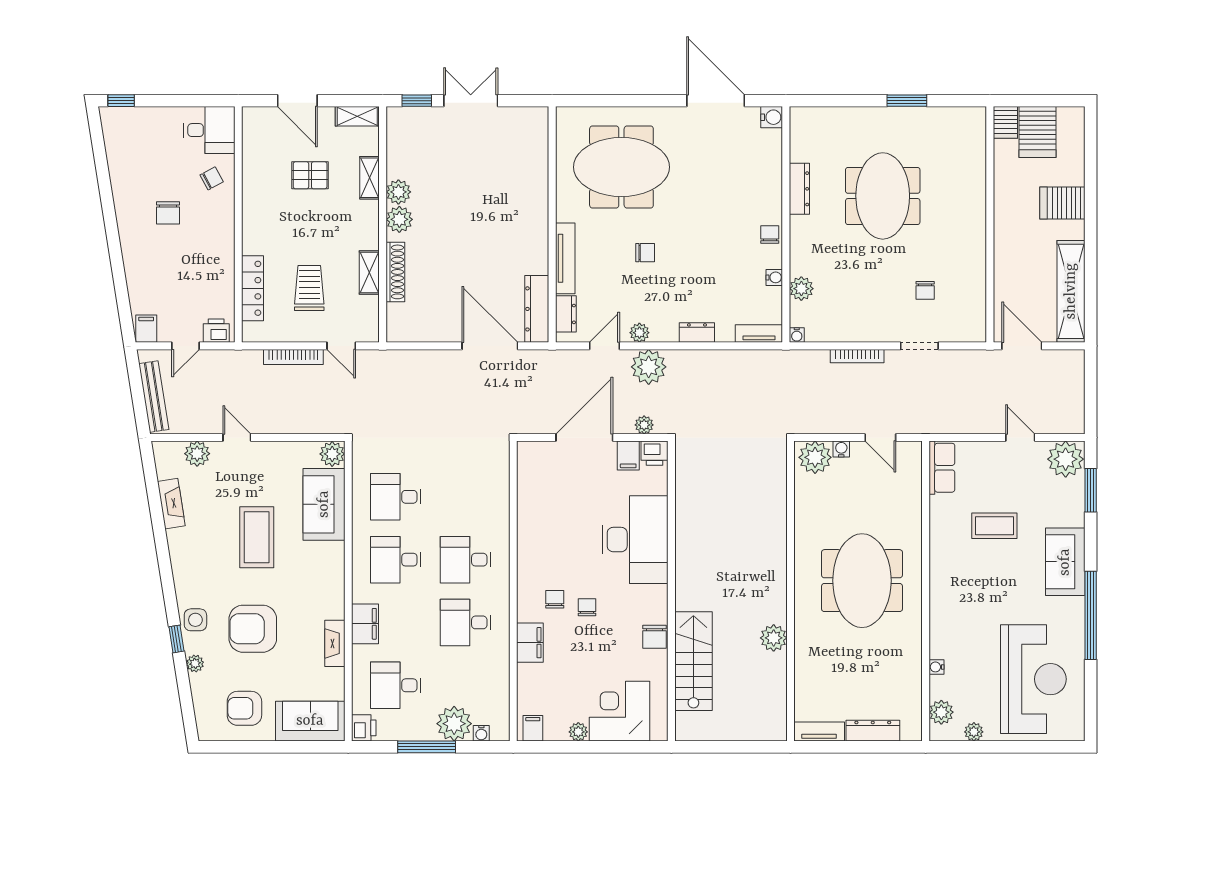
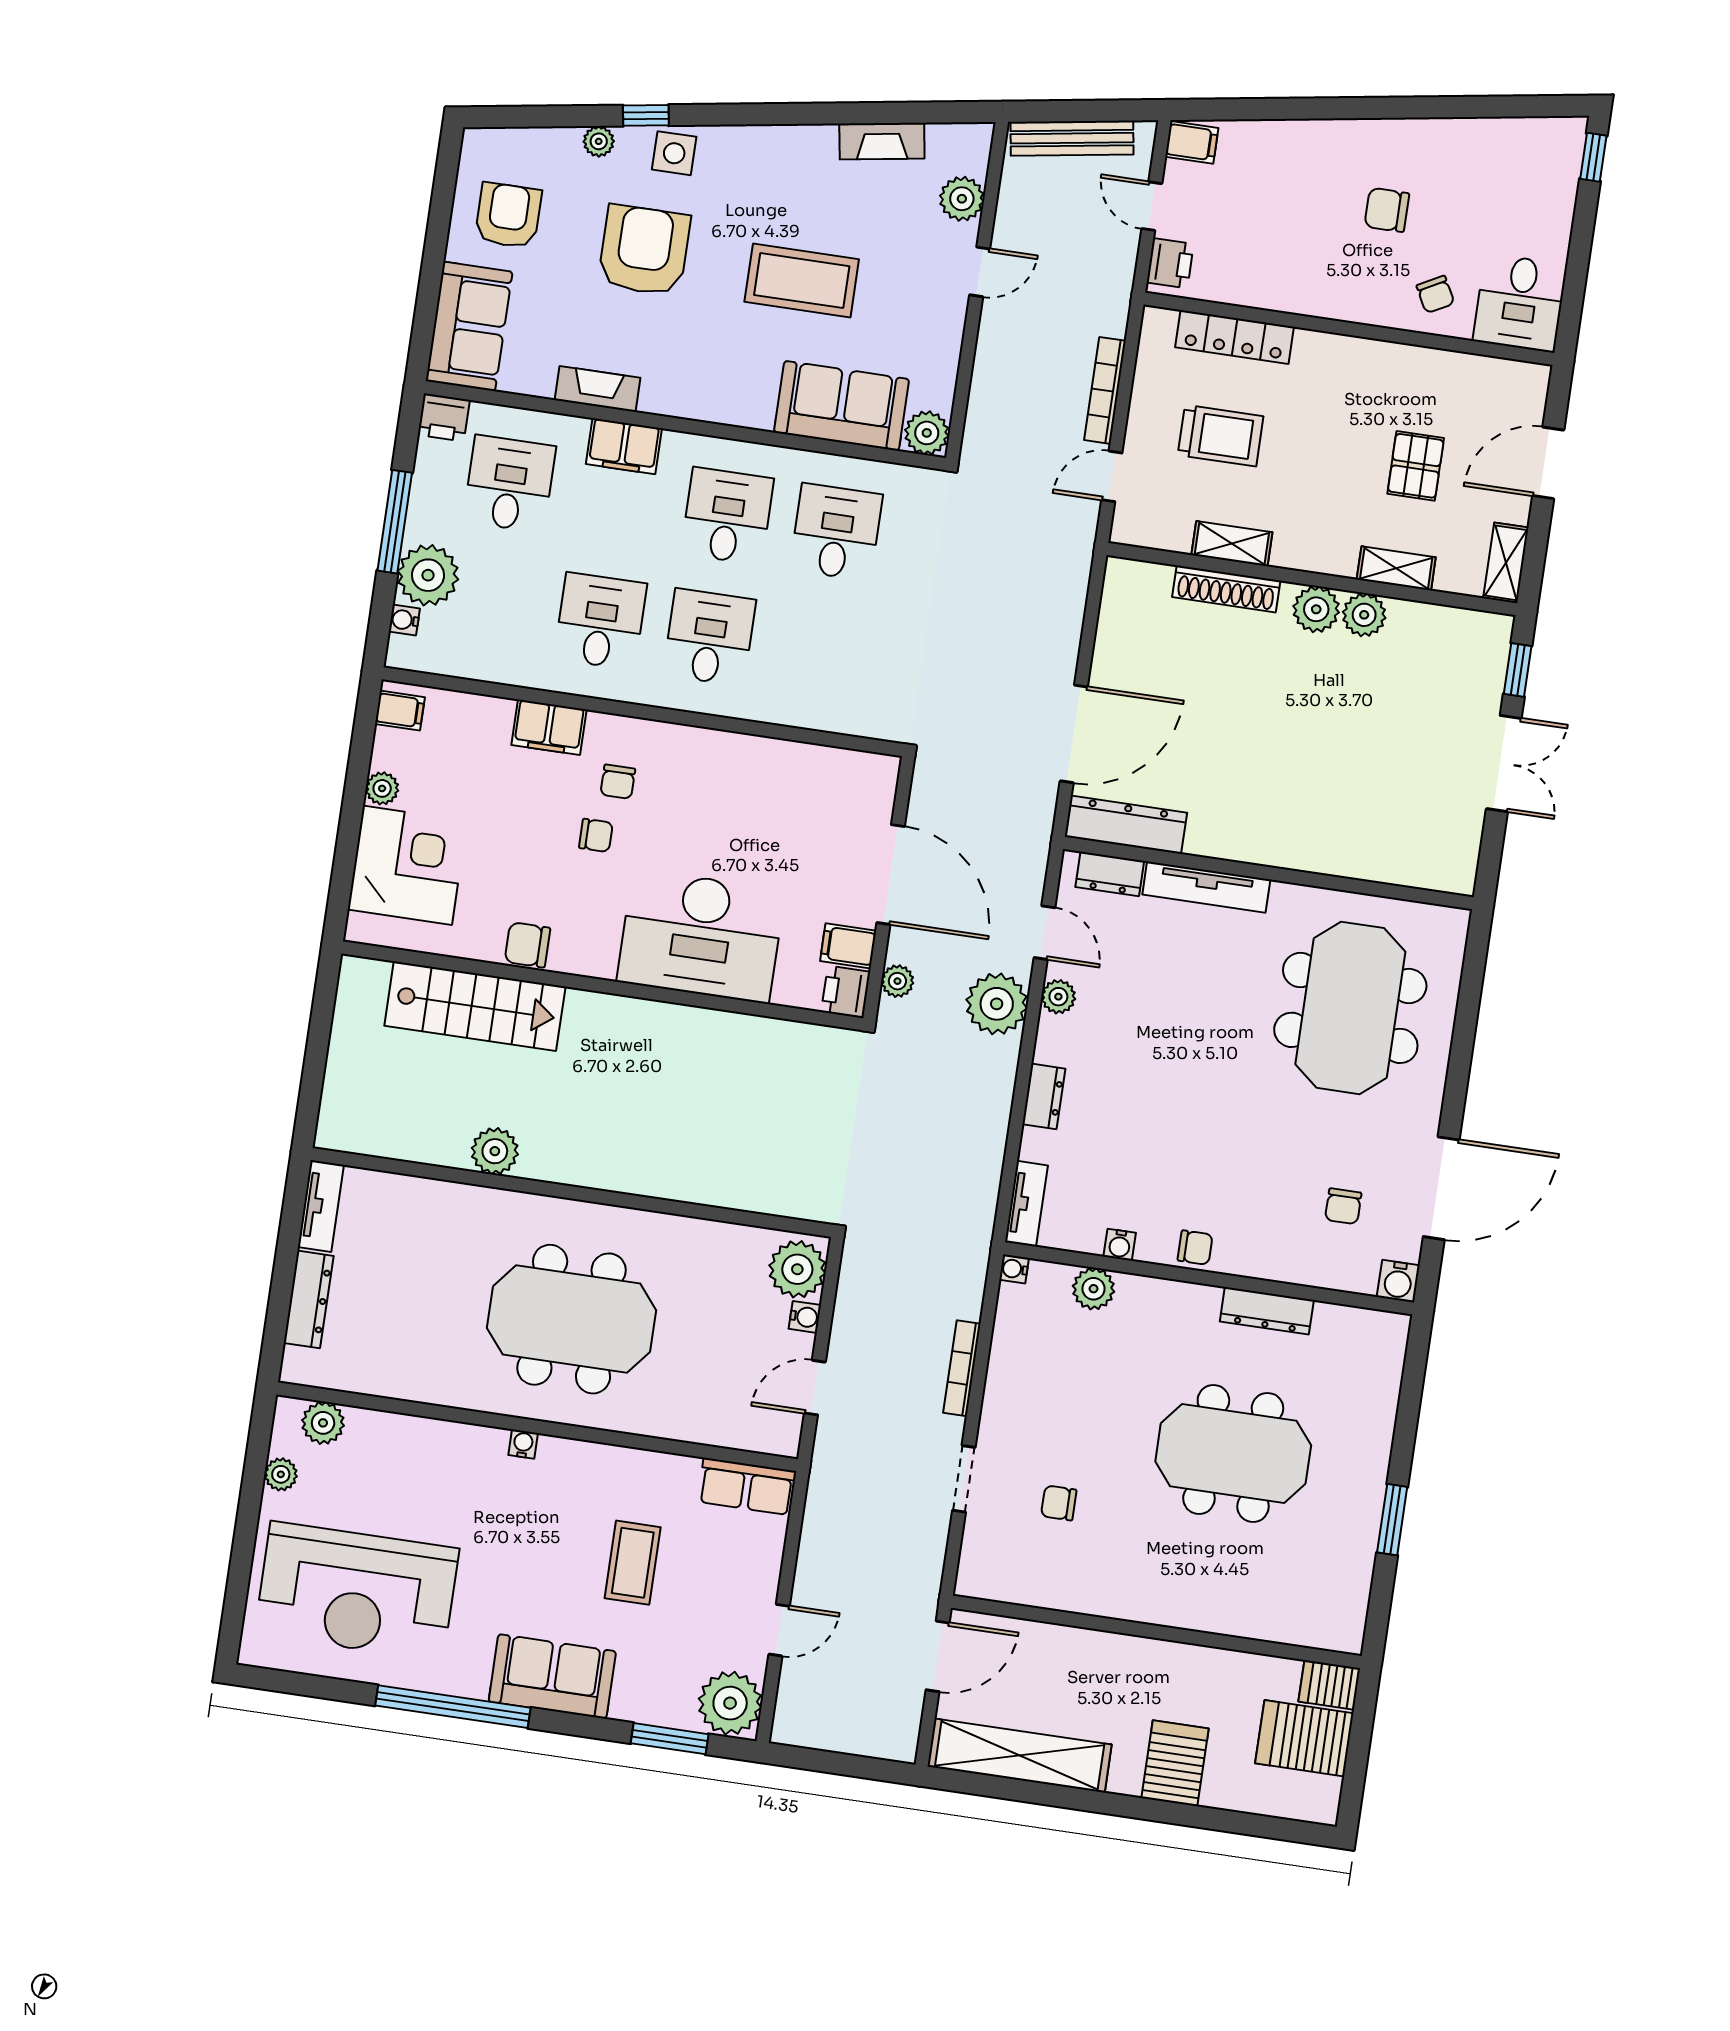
chair: (645, 253) -> (1343, 1206), moved
chair: (555, 599) -> (618, 782), turned 90
water cooler: (937, 667) -> (523, 1444), moved

